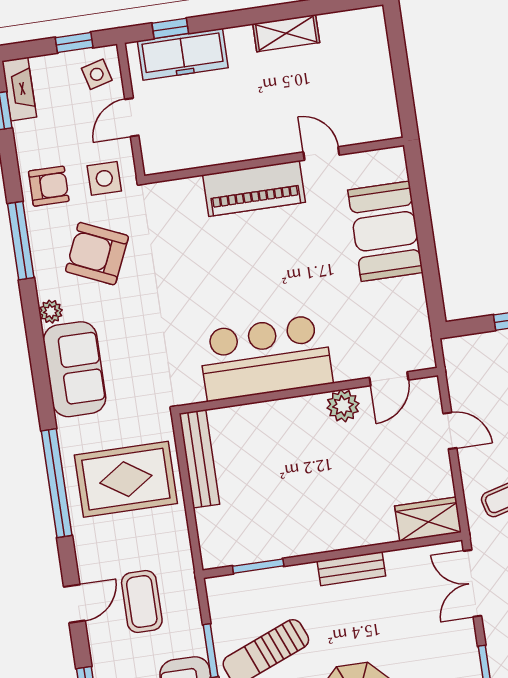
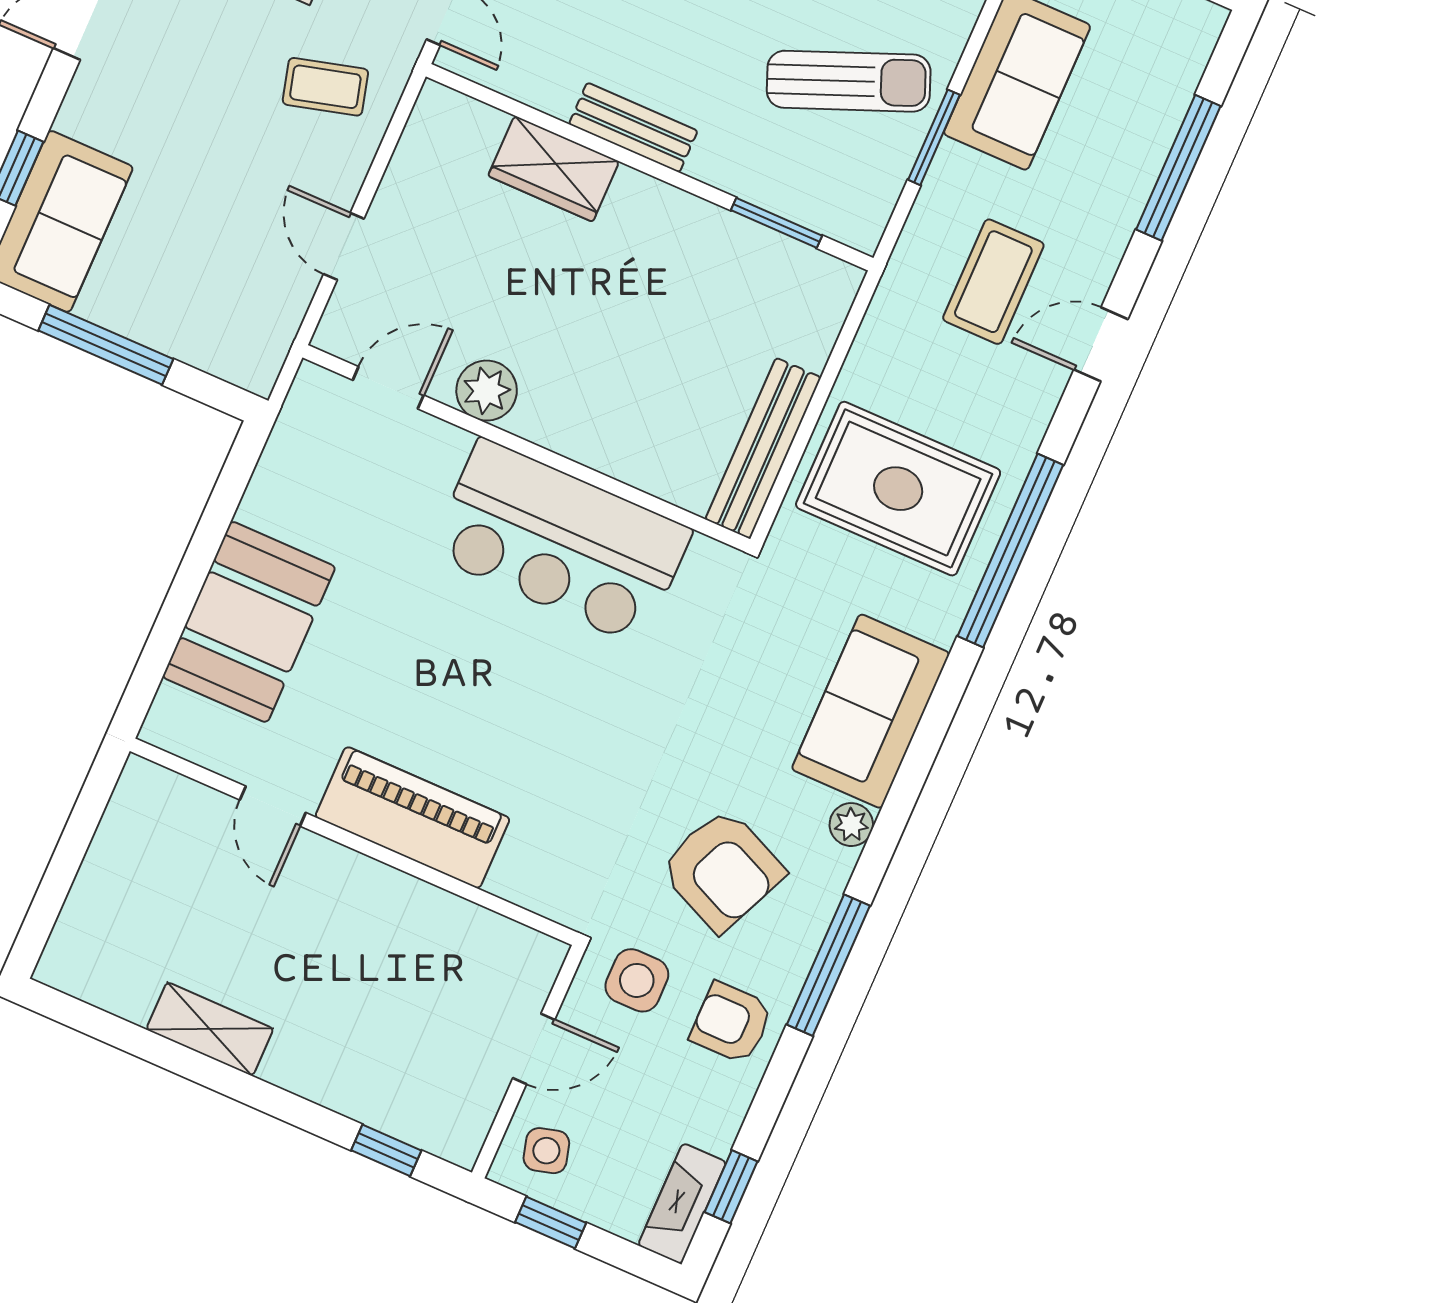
freezer: (183, 54) -> (392, 1098), removed
wardrobe: (428, 519) -> (554, 169), moved

